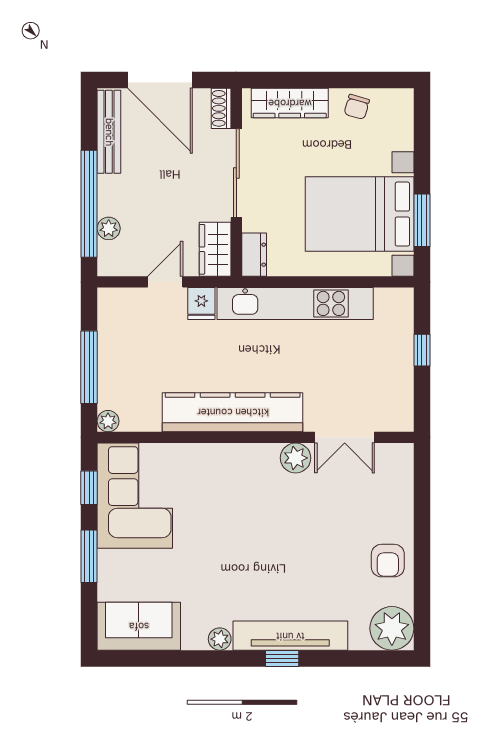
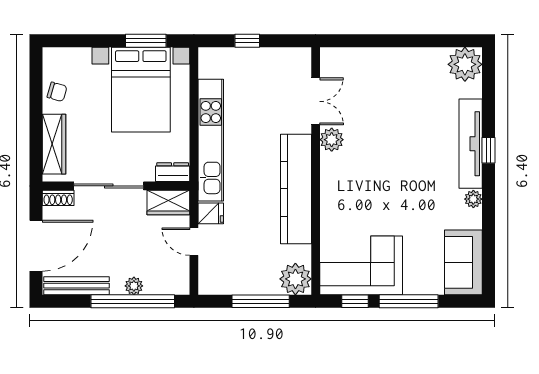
plant: (109, 228) -> (134, 286), moved
plant: (108, 421) -> (295, 279), width x1.87, depth x1.87
window: (89, 556) -> (409, 301), width x1.44
armchair: (388, 561) -> (412, 67), removed

